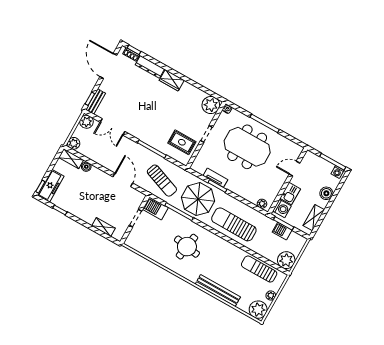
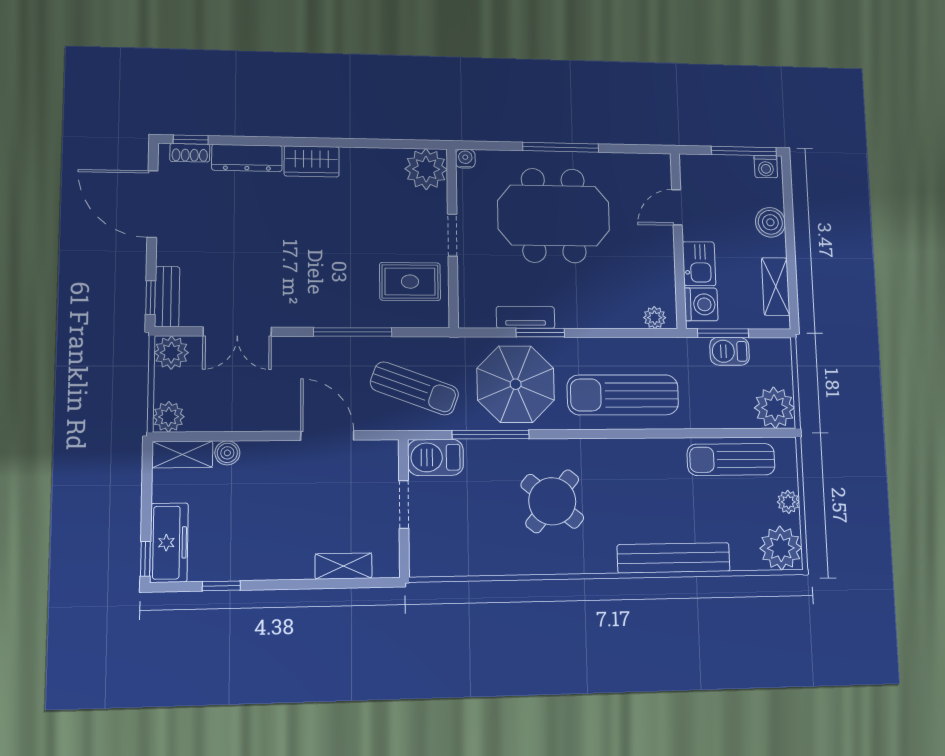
round table: (187, 247) -> (552, 501), turned 30

